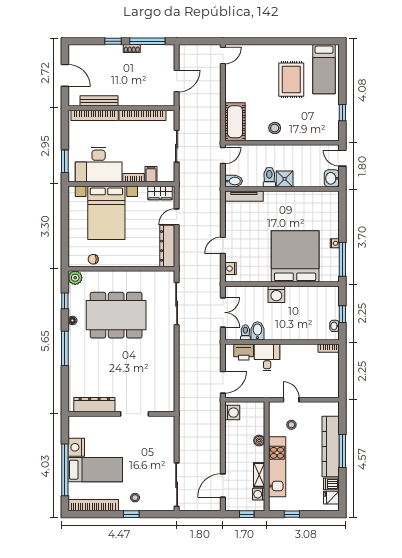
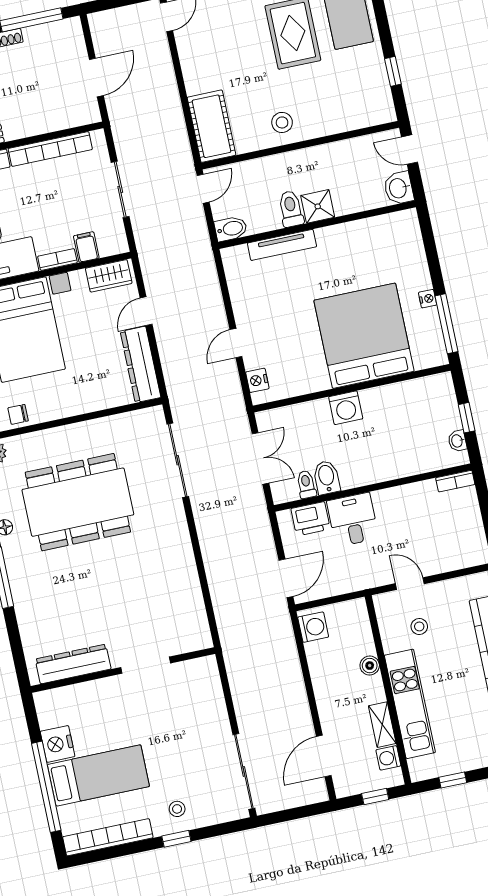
tv unit: (244, 196) -> (282, 245), moved

